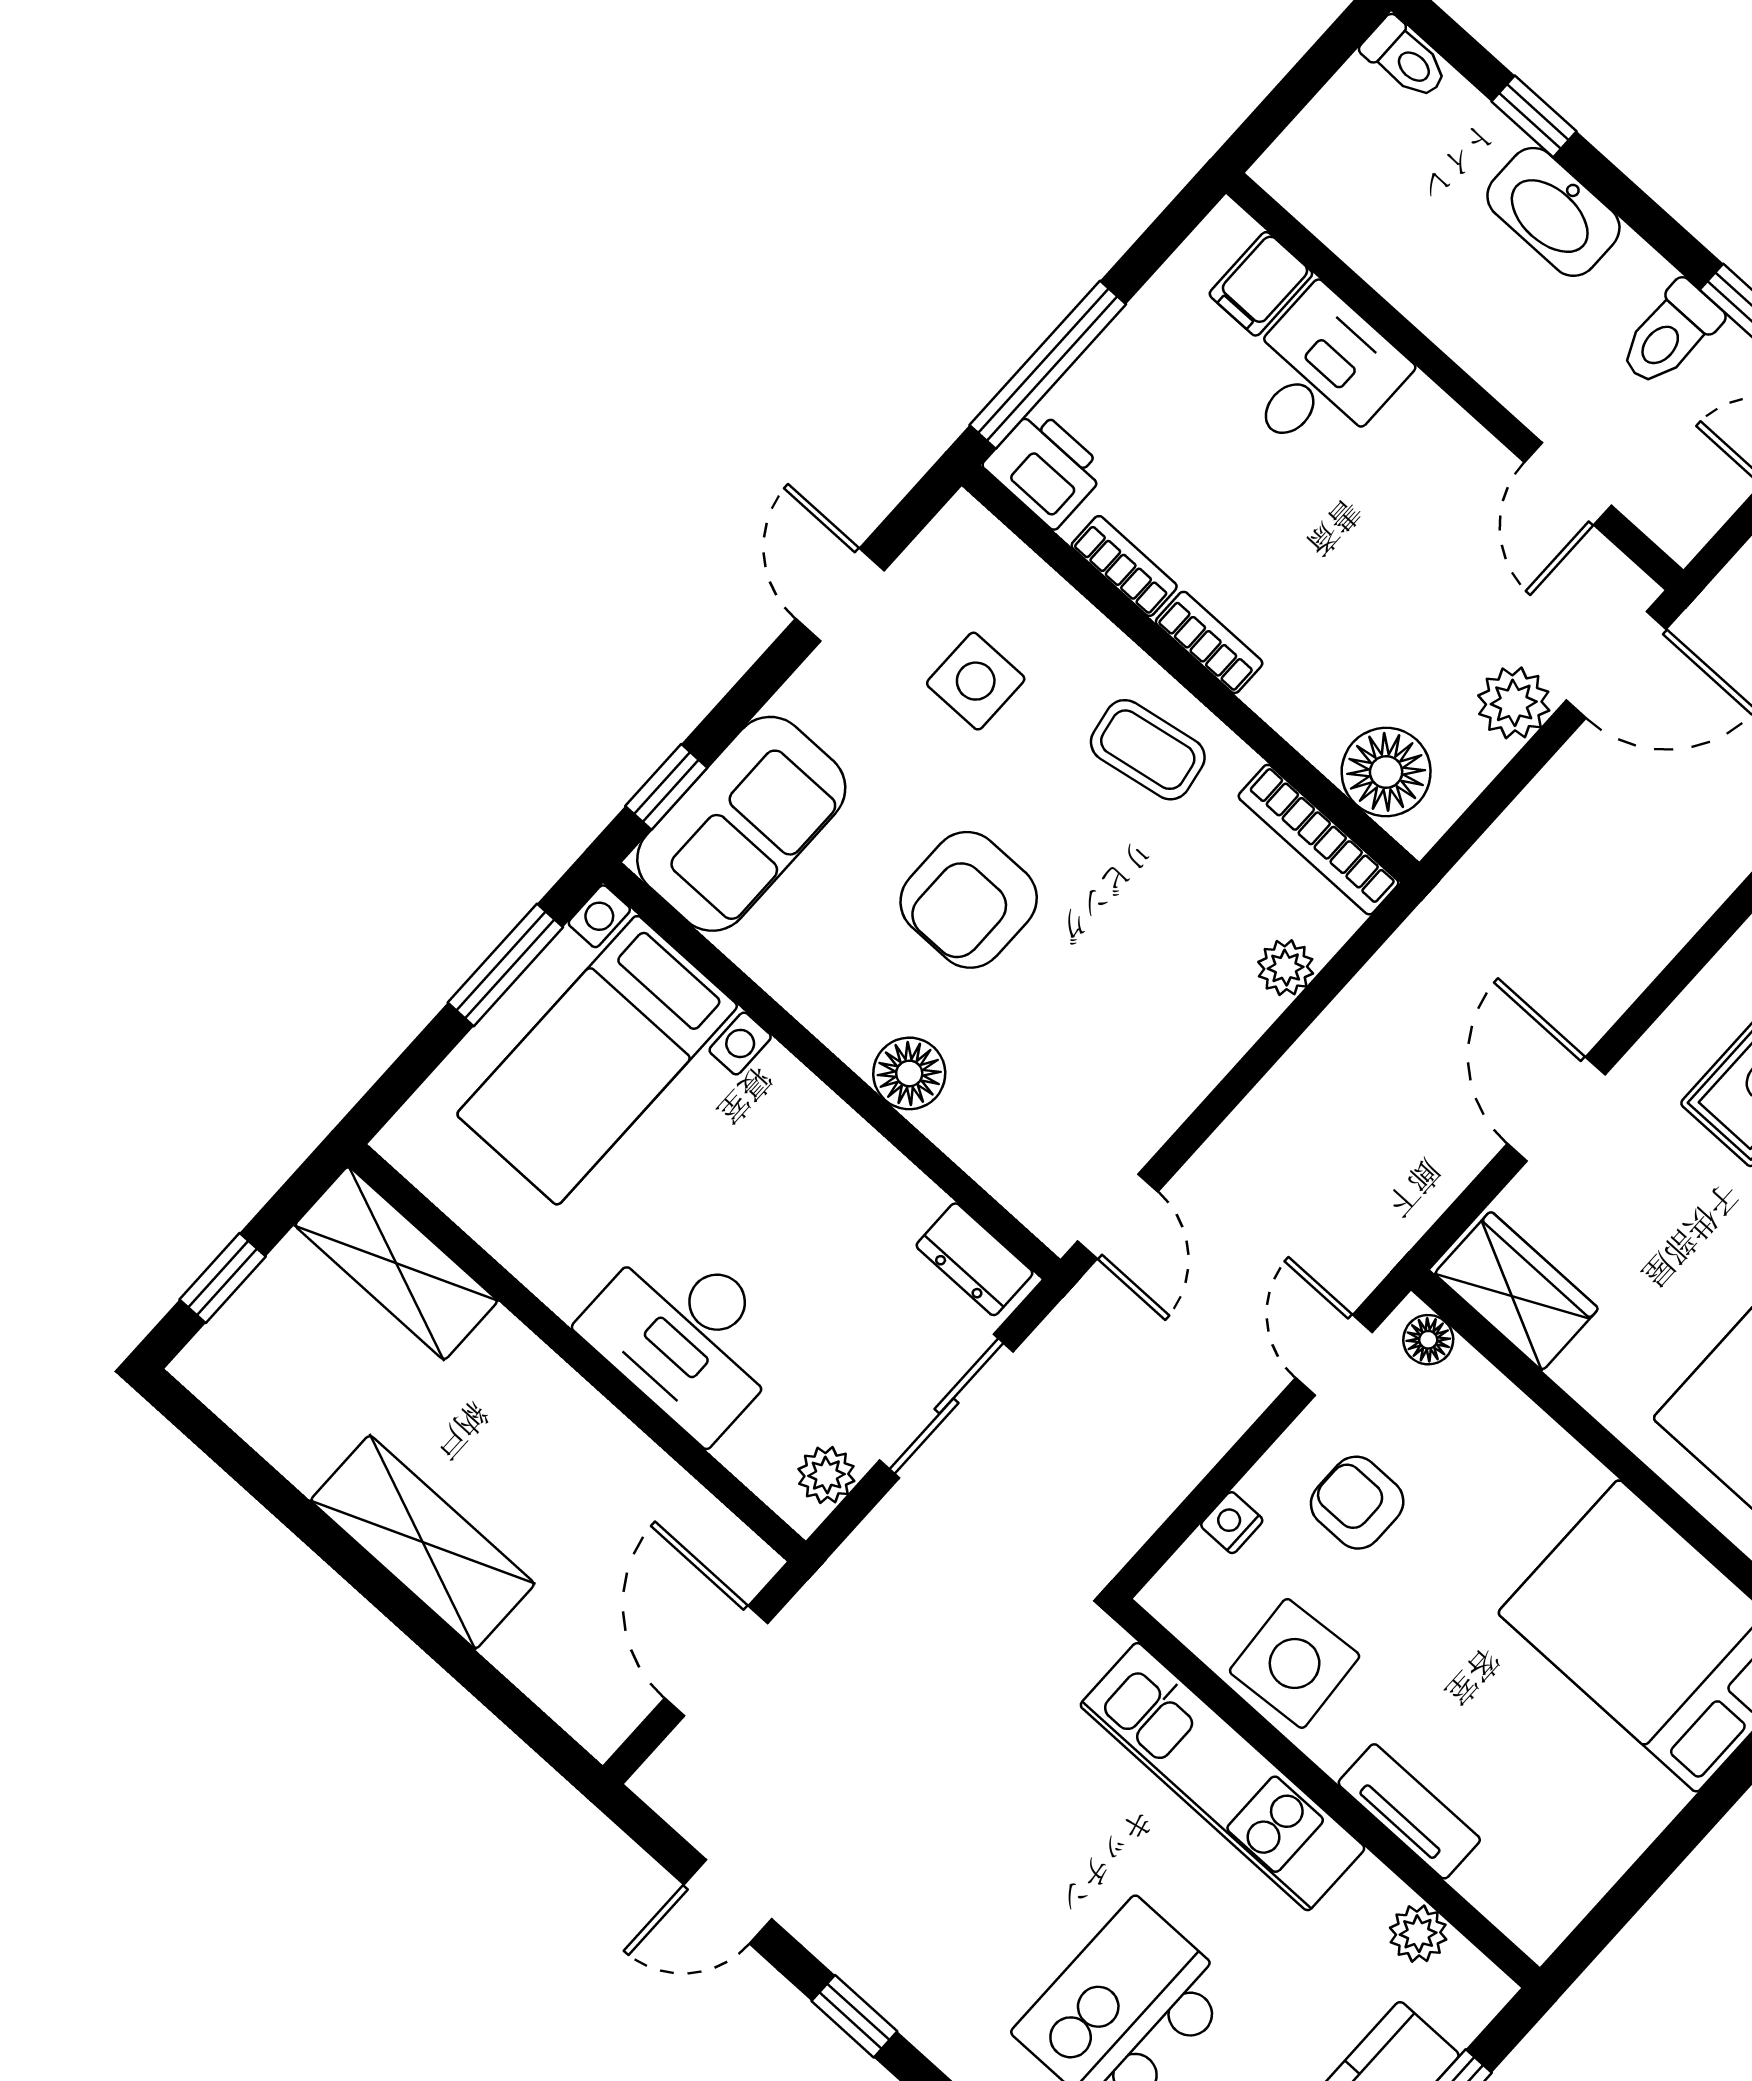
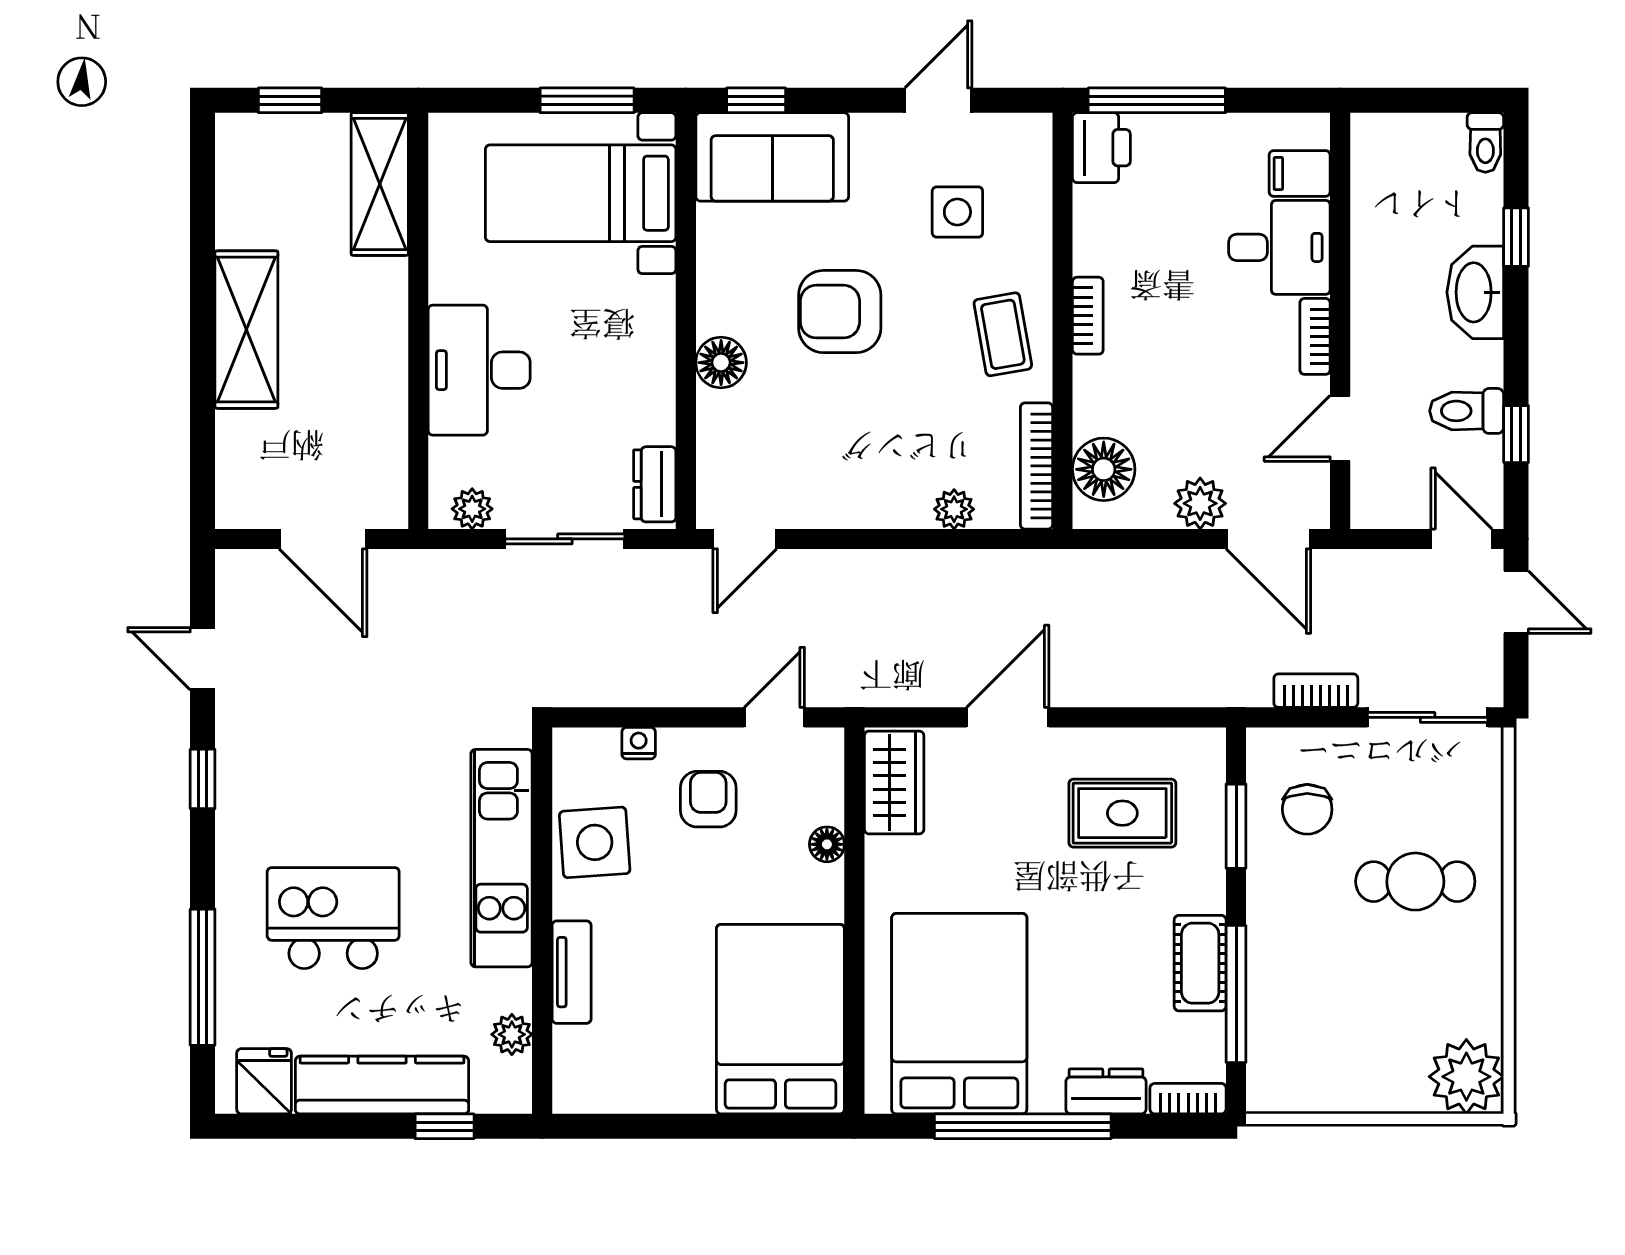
bookcase: (1124, 566) -> (1315, 336), moved, turned 180
floor lamp: (1428, 1340) -> (827, 844), moved
door: (716, 1661) -> (323, 539), swing flipped

